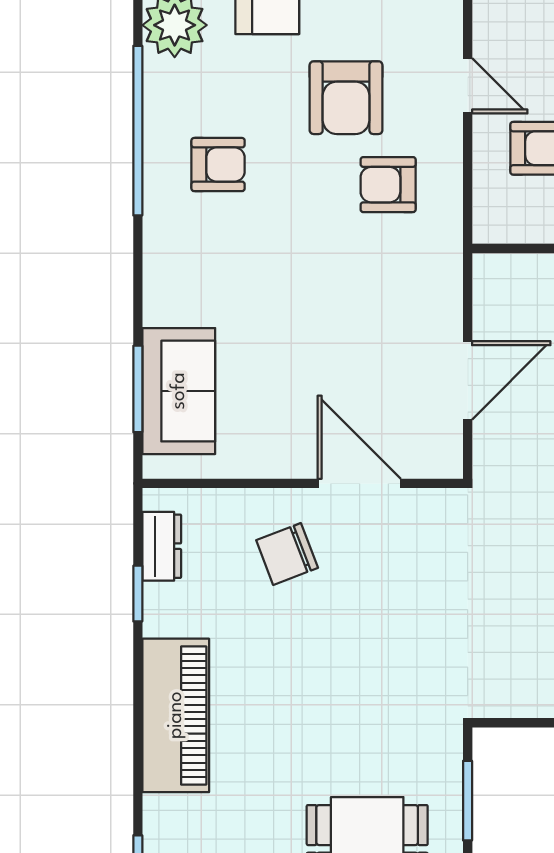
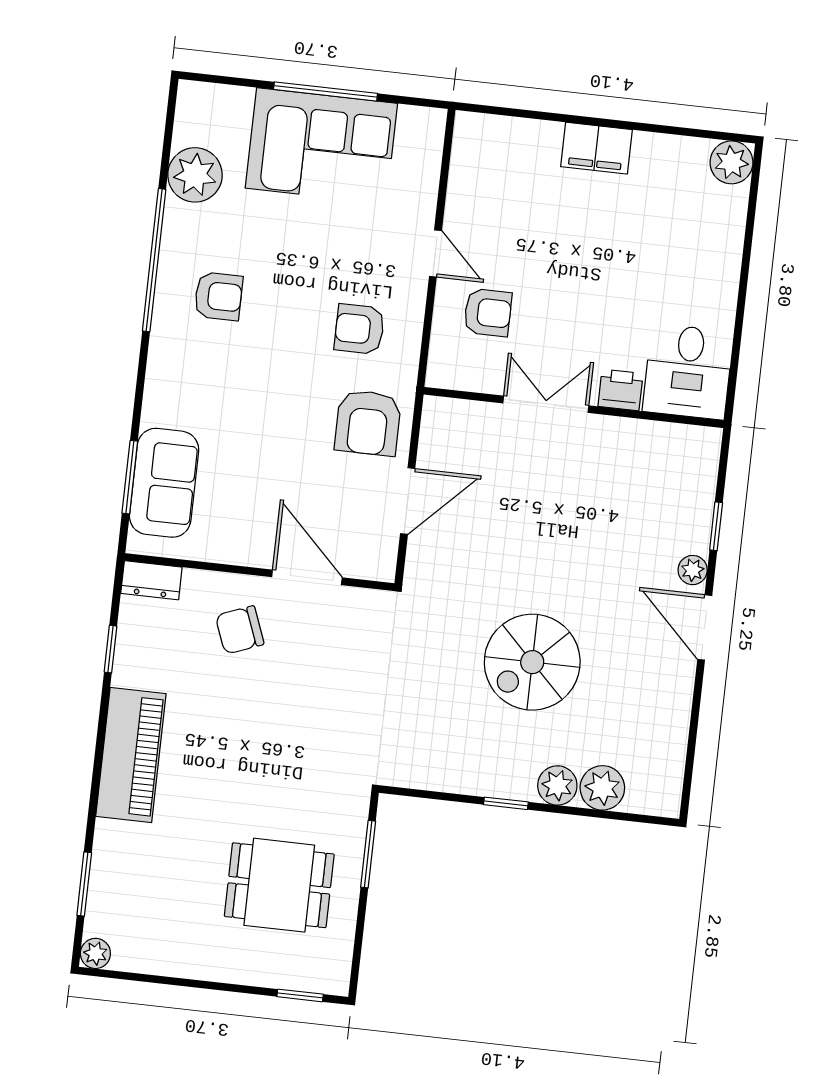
armchair: (346, 98) -> (368, 423), moved
dresser: (162, 546) -> (151, 580), moved, turned 90

